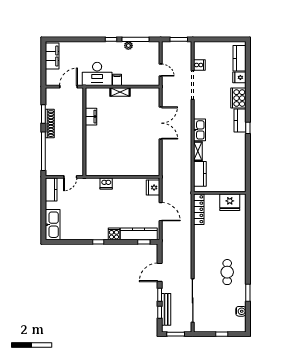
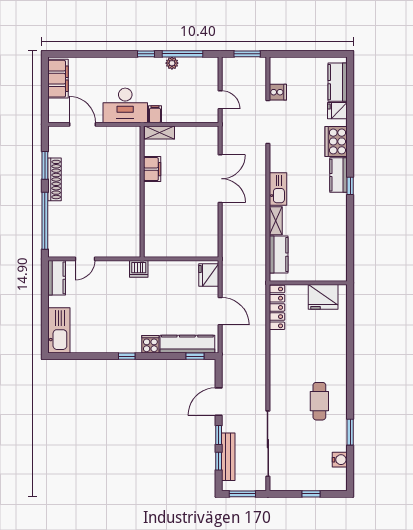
door: (68, 87) -> (82, 124), hinge flipped
filing cabinet: (91, 117) -> (152, 169), moved
wall: (84, 132) -> (142, 192), moved

